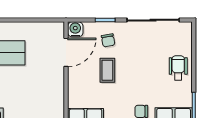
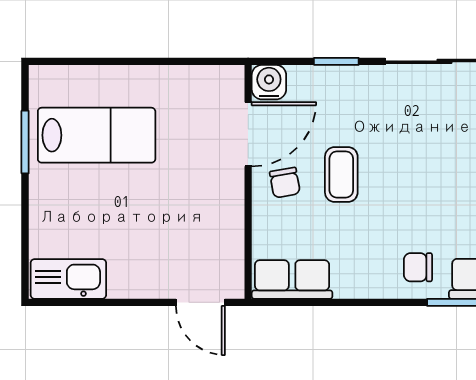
chair: (108, 40) -> (285, 183), moved

